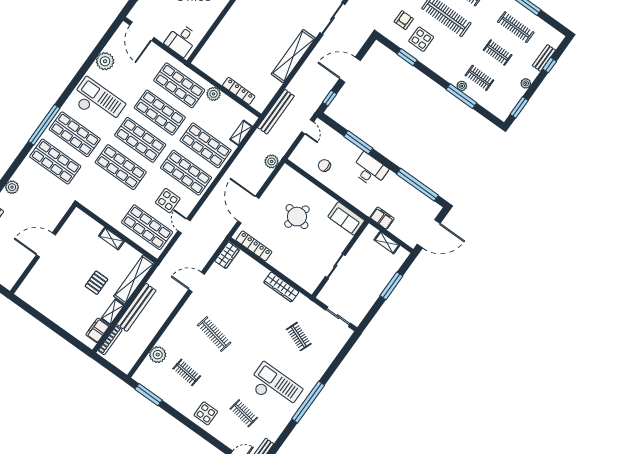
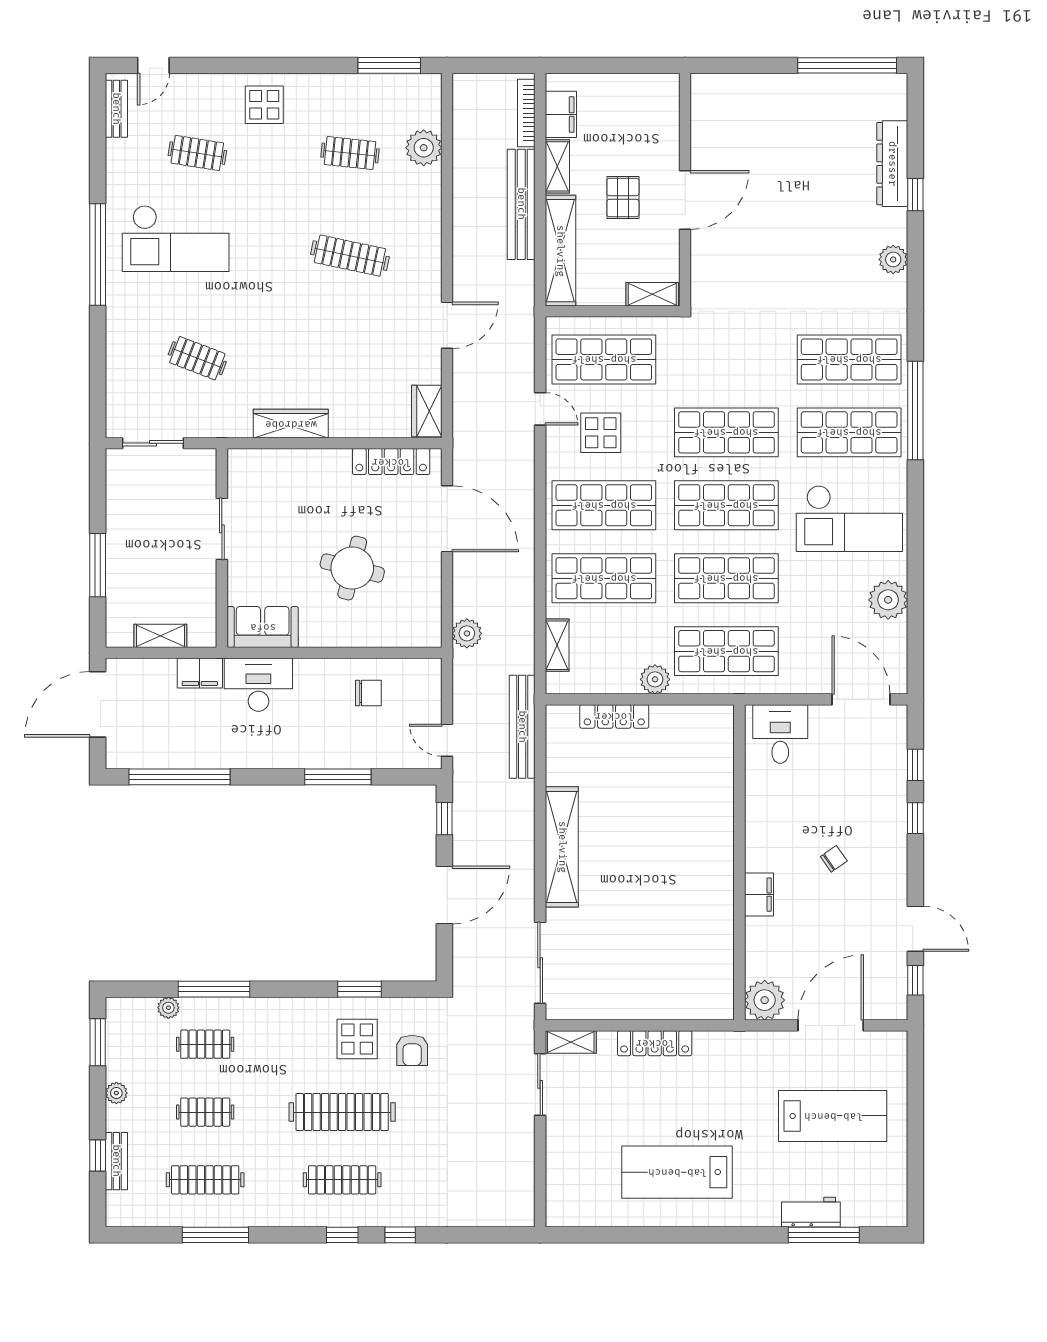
plant: (462, 86) -> (168, 1008), moved
desk: (370, 170) -> (258, 685), moved, turned 180
door: (46, 245) -> (685, 200), moved
wall: (43, 249) -> (685, 190), moved

